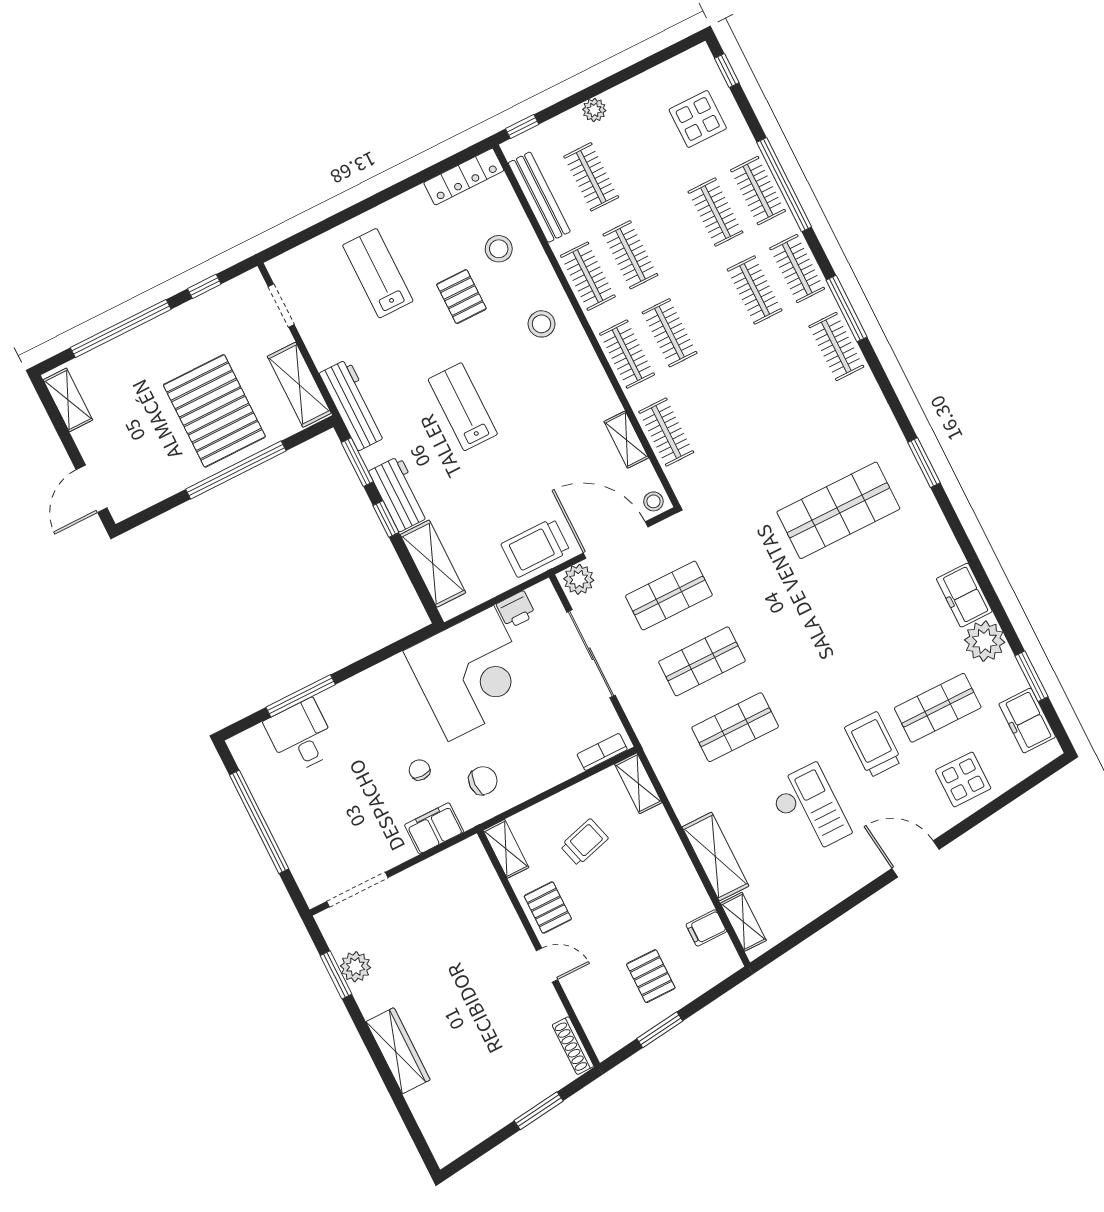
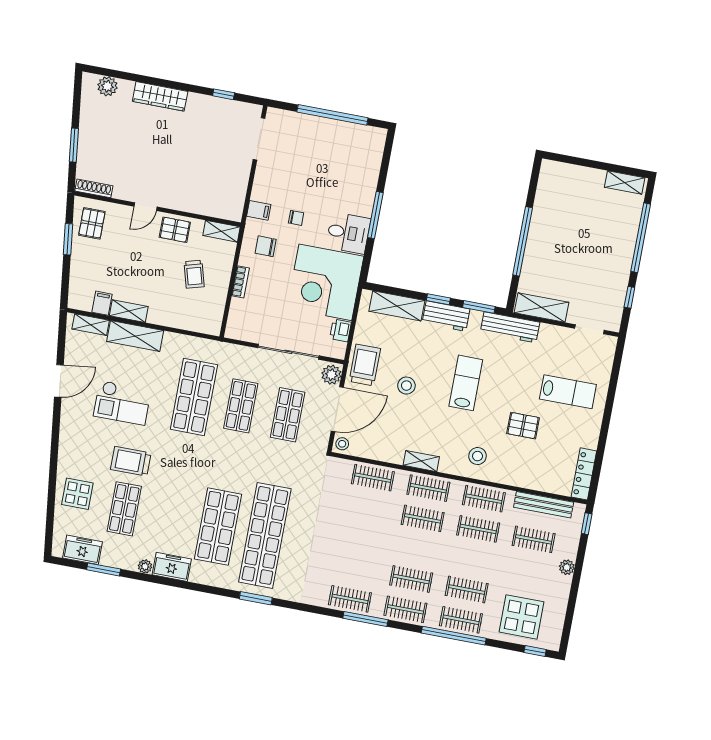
display table: (698, 119) -> (522, 617), width x1.36, depth x1.36
stool: (499, 249) -> (406, 386), moved
lab bench: (463, 407) -> (466, 383), turned -90
pallet: (214, 411) -> (561, 254), removed
shelving: (626, 440) -> (421, 461), moved
door: (92, 489) -> (570, 160), removed
shop shelf: (838, 510) -> (265, 535), width x1.40
shop shelf: (871, 576) -> (218, 527), added
plant: (985, 641) -> (145, 566), width x0.53, depth x0.53
window: (301, 696) -> (375, 215), moved
shop shelf: (735, 727) -> (194, 397), width x1.43, depth x1.36
desk: (301, 736) -> (348, 233), moved
trolley: (873, 745) -> (131, 461), turned 180
bookcase: (602, 752) -> (240, 282), moved
chair: (483, 781) -> (266, 246), turned 90
shelving: (638, 783) -> (129, 311), moved
filing cabinet: (434, 828) -> (259, 210), width x0.50
door: (915, 859) -> (59, 381), moved
plant: (355, 967) -> (107, 86), moved
window: (336, 975) -> (224, 94), width x0.67
pallet: (651, 976) -> (92, 223), moved, turned 90

